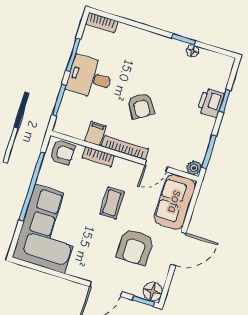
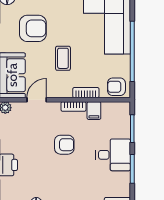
armchair: (141, 106) -> (64, 145), turned 123
bookcase: (125, 148) -> (74, 107), width x0.64
armchair: (135, 247) -> (33, 28), turned 89

